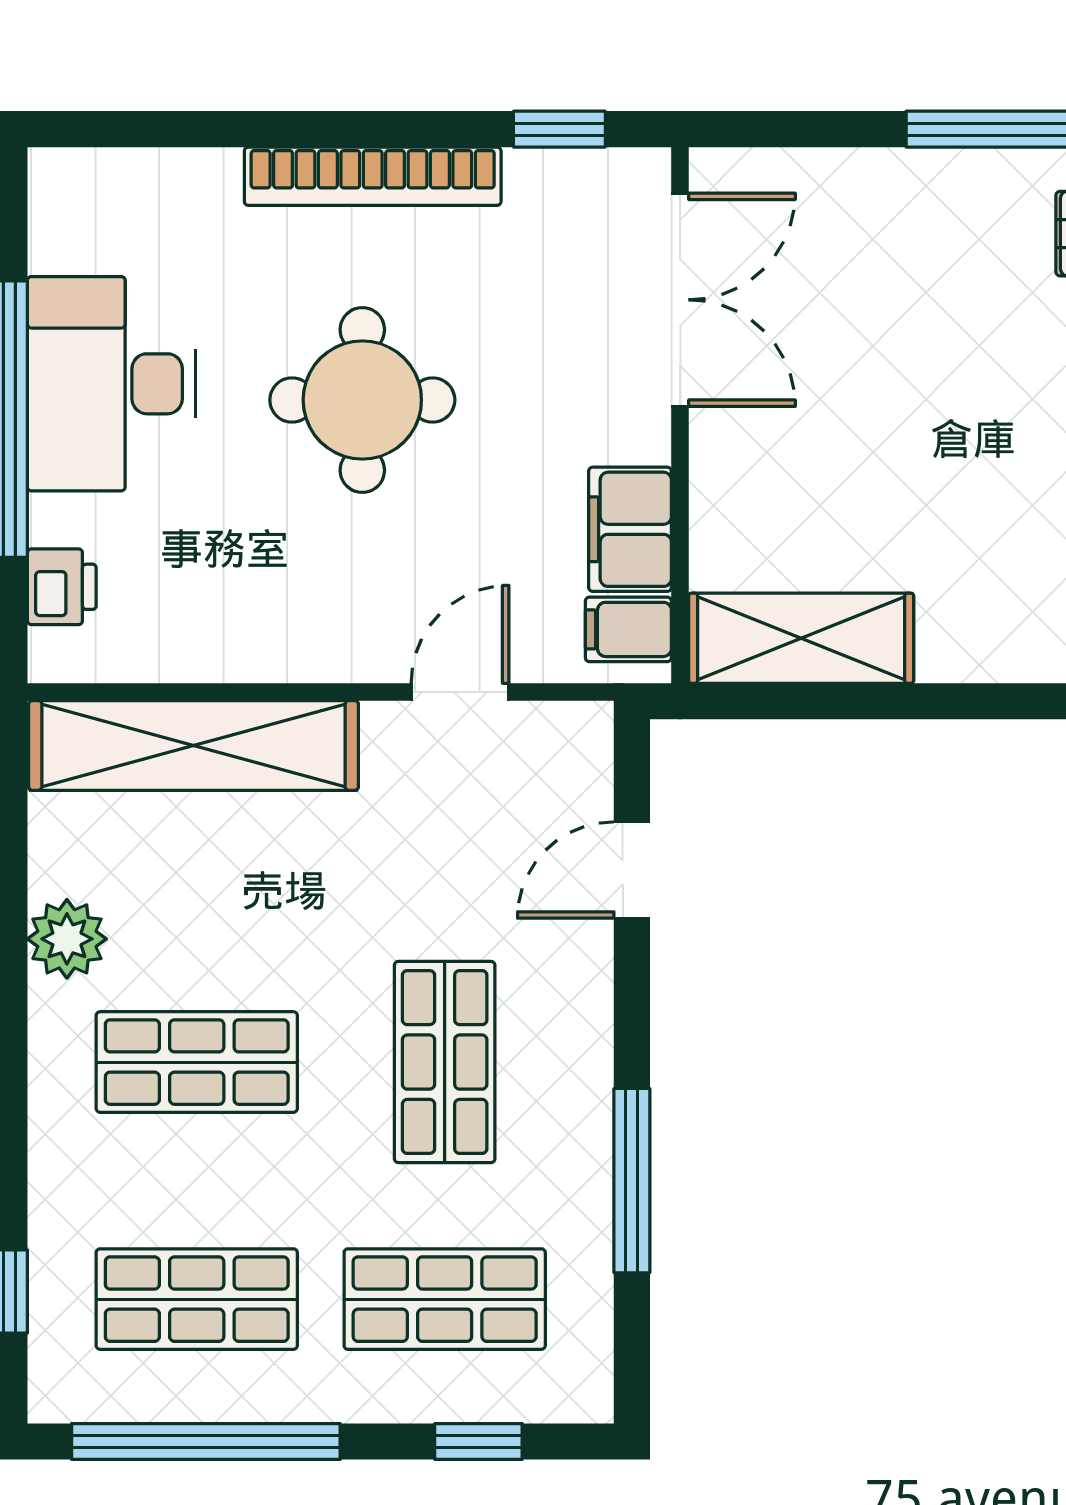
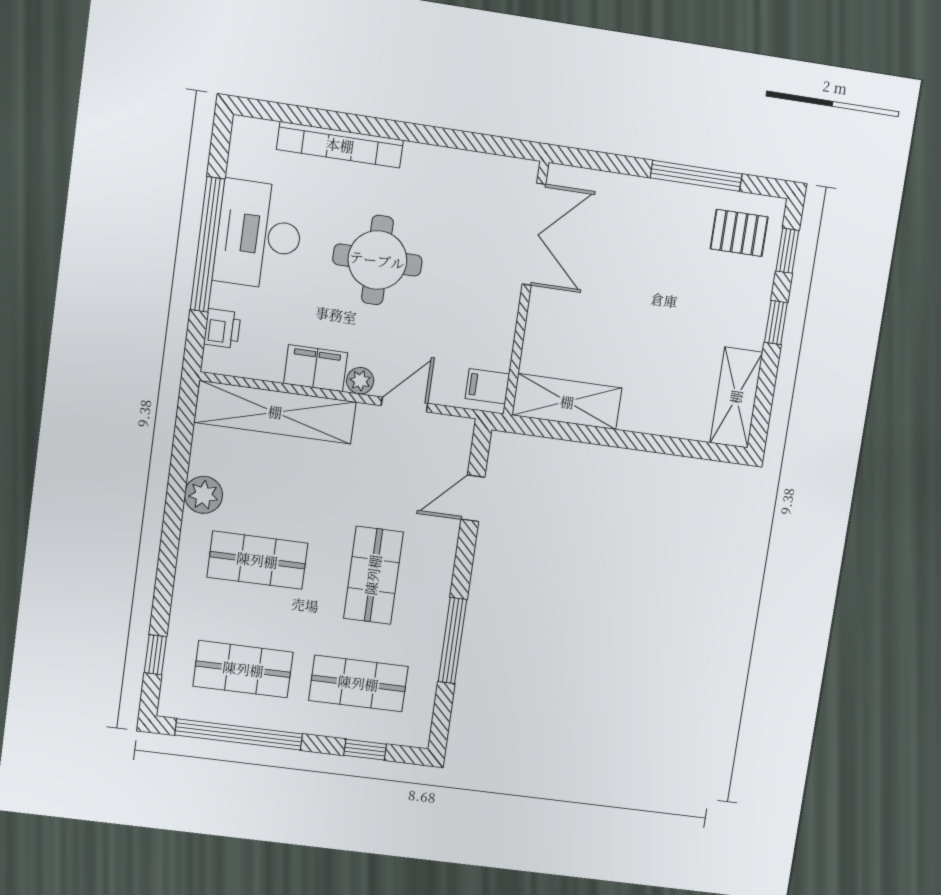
window: (559, 129) -> (489, 144), removed
bookcase: (373, 176) -> (340, 145), moved
filing cabinet: (630, 529) -> (316, 368), moved, turned 90
plant: (361, 655) -> (360, 381), added

